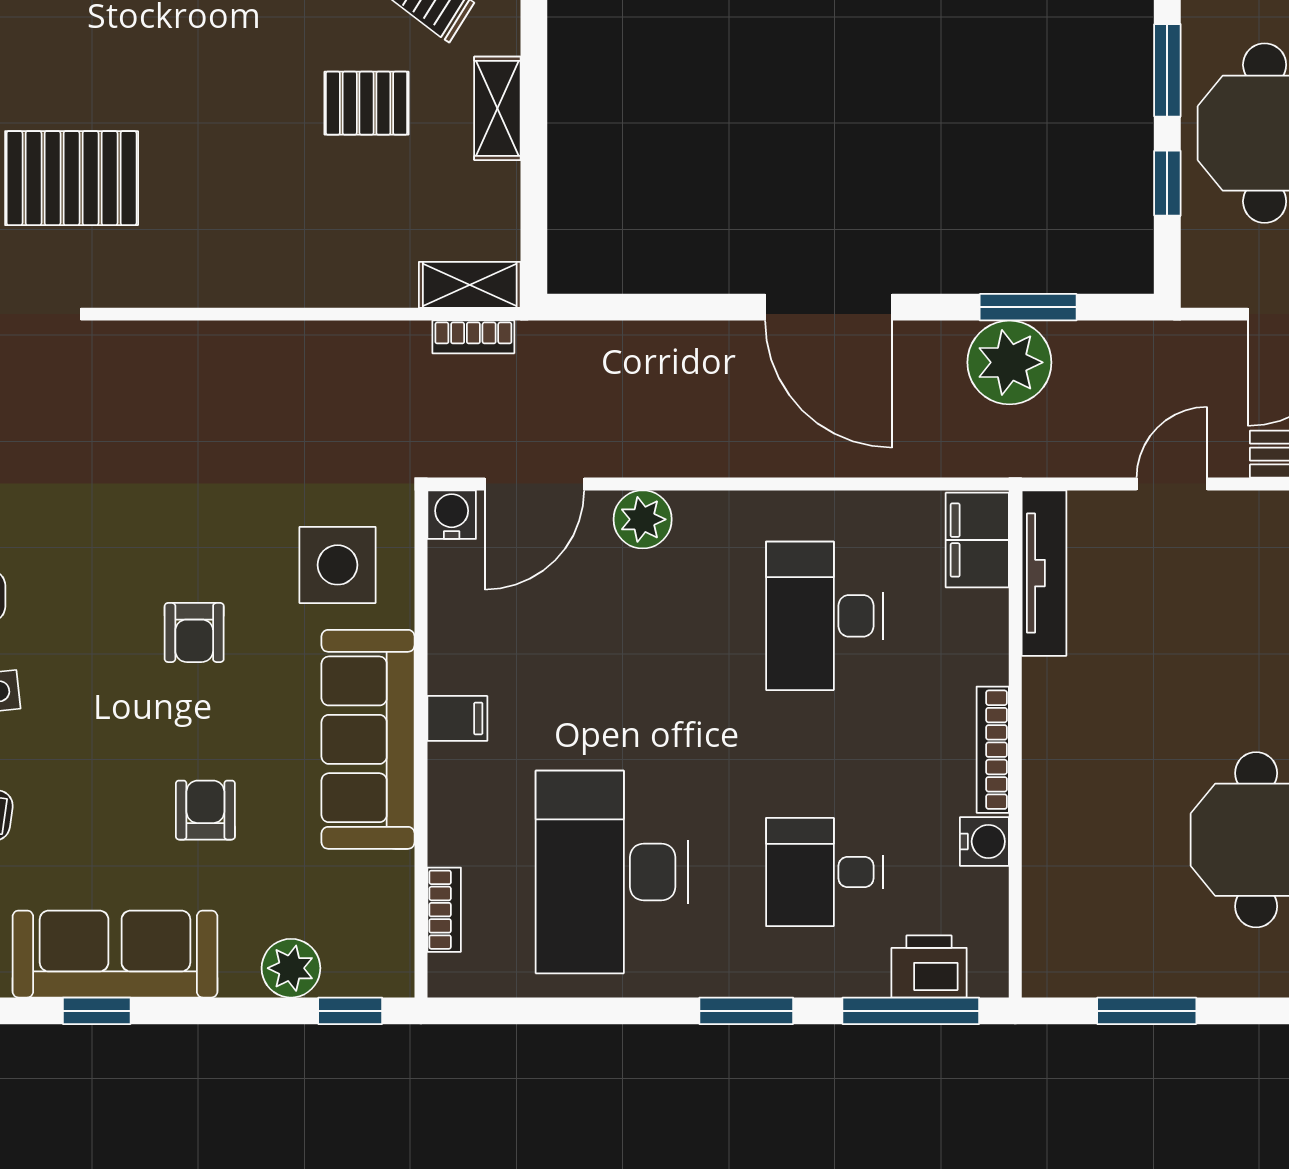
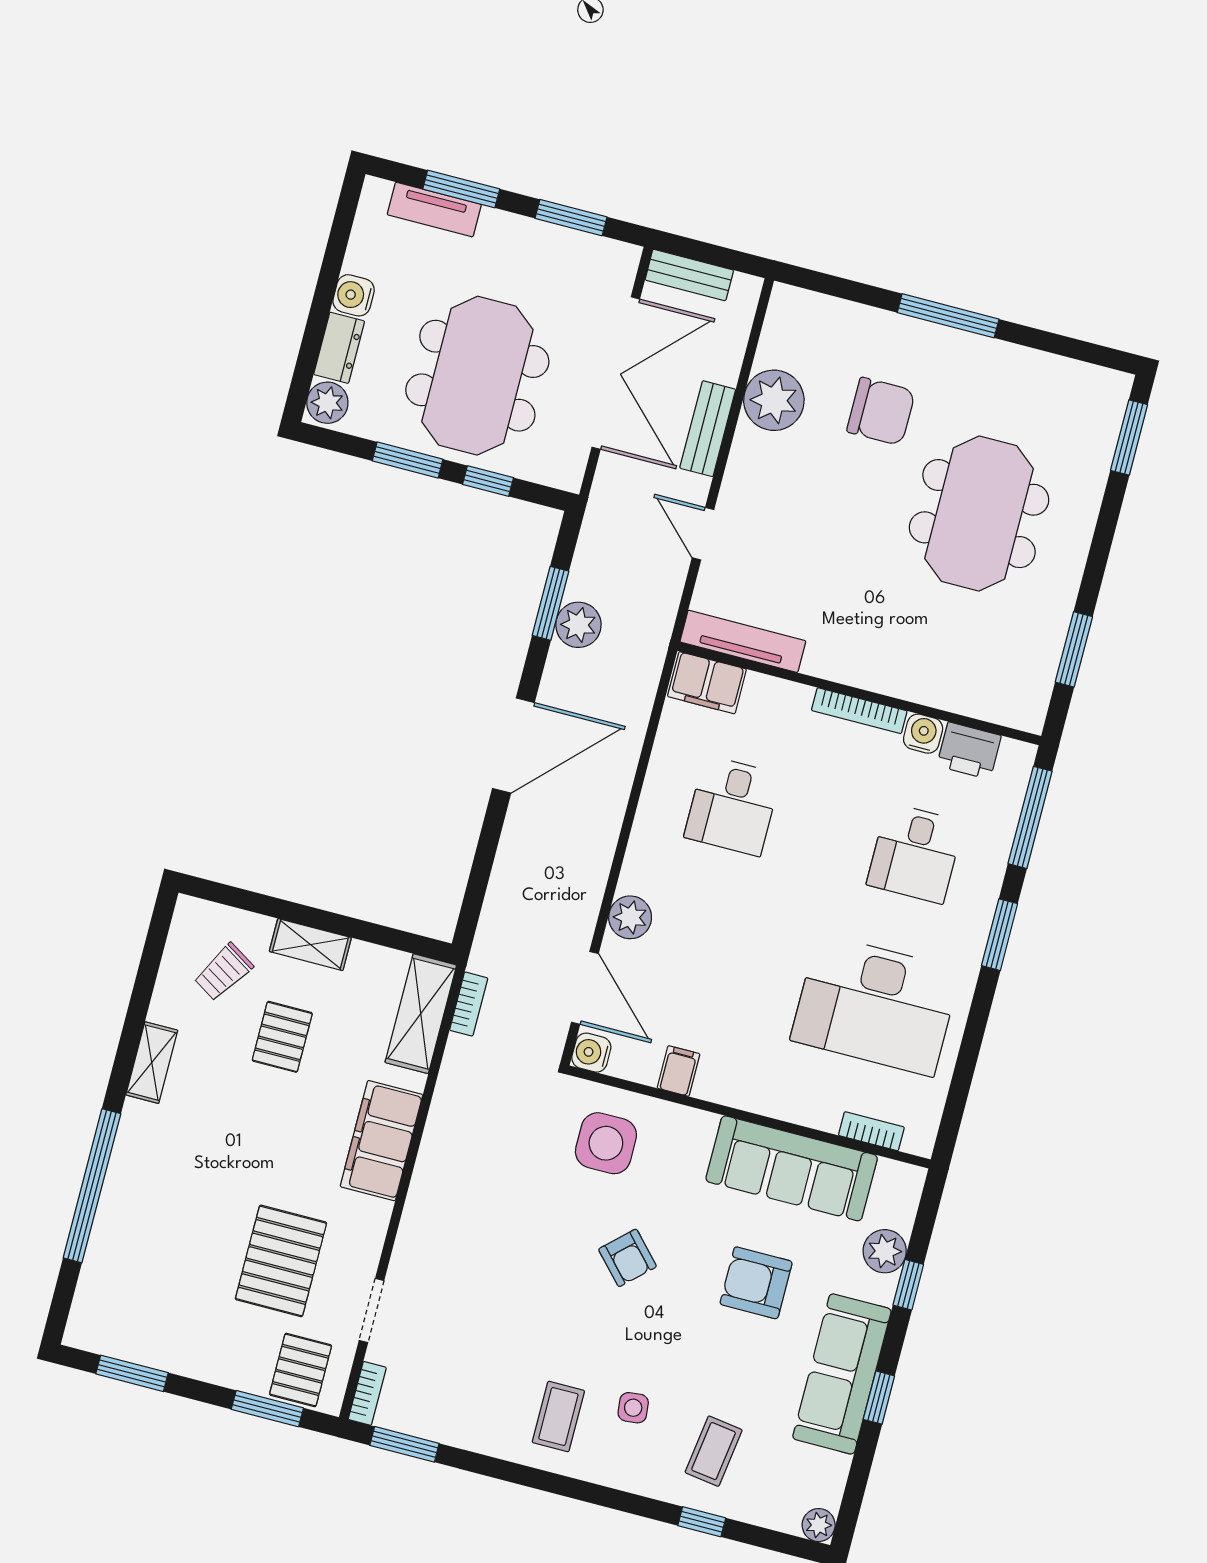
filing cabinet: (264, 269) -> (381, 1141), added
shelving: (470, 285) -> (421, 1014), width x1.50, depth x1.33
plant: (1009, 362) -> (578, 625), width x0.73, depth x0.73
desk: (824, 616) -> (733, 806), width x0.73
armchair: (194, 633) -> (628, 1258), turned 47
filing cabinet: (457, 718) -> (679, 1071), moved
sofa: (368, 739) -> (792, 1168), moved
armchair: (205, 810) -> (756, 1283), width x1.38, depth x1.38
printer: (929, 966) -> (969, 751), moved, turned -90
window: (350, 1011) -> (908, 1285), moved

